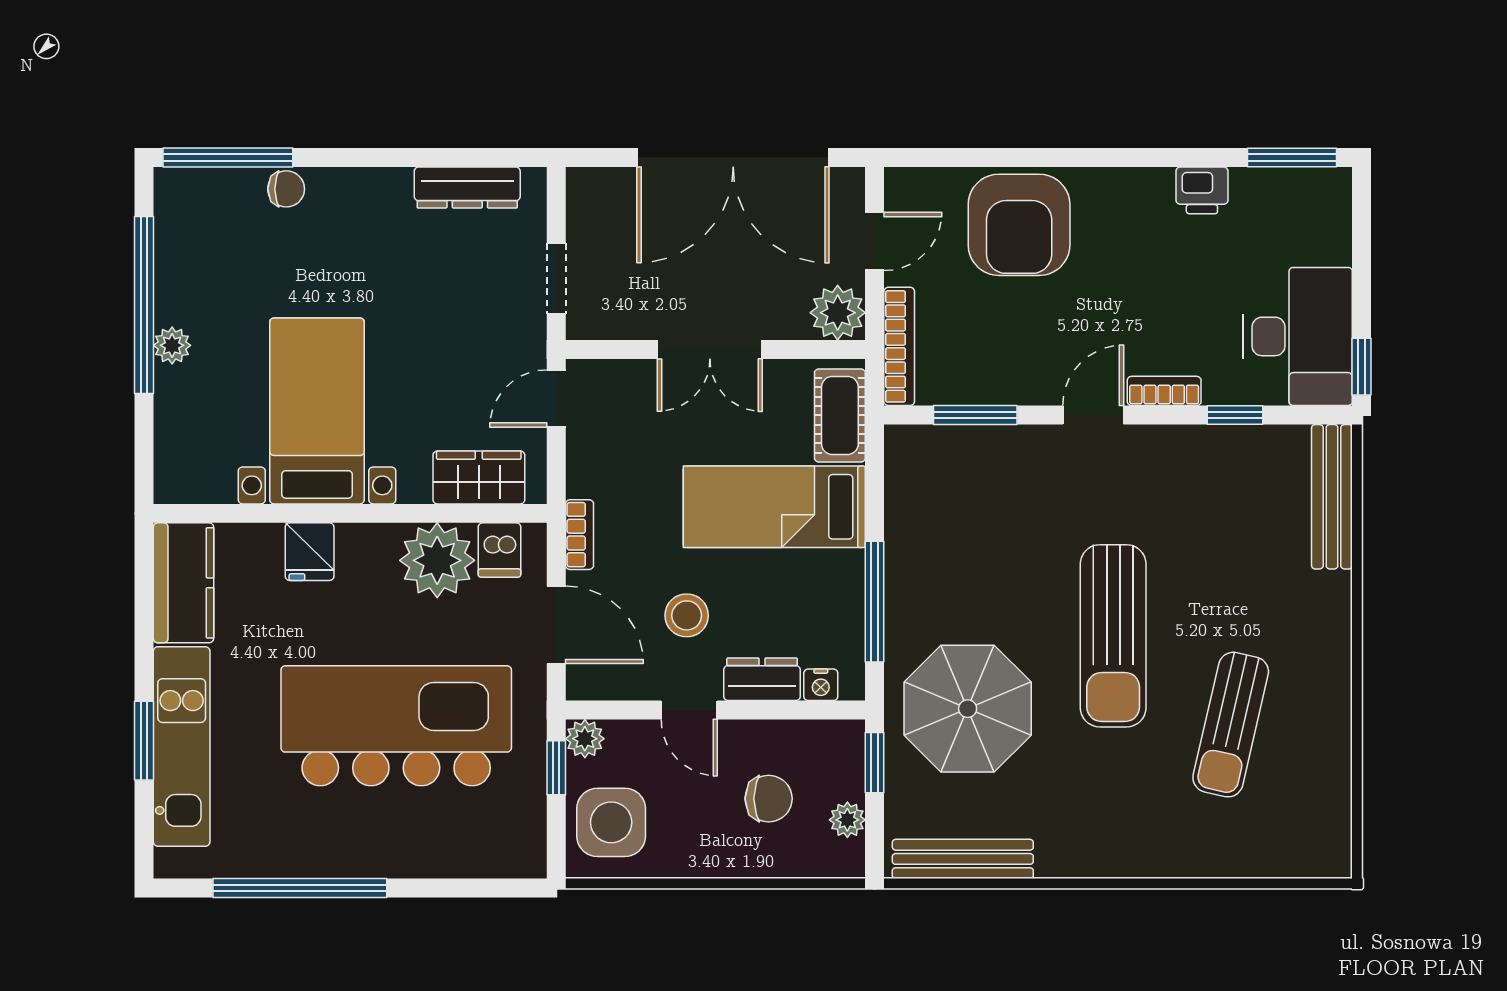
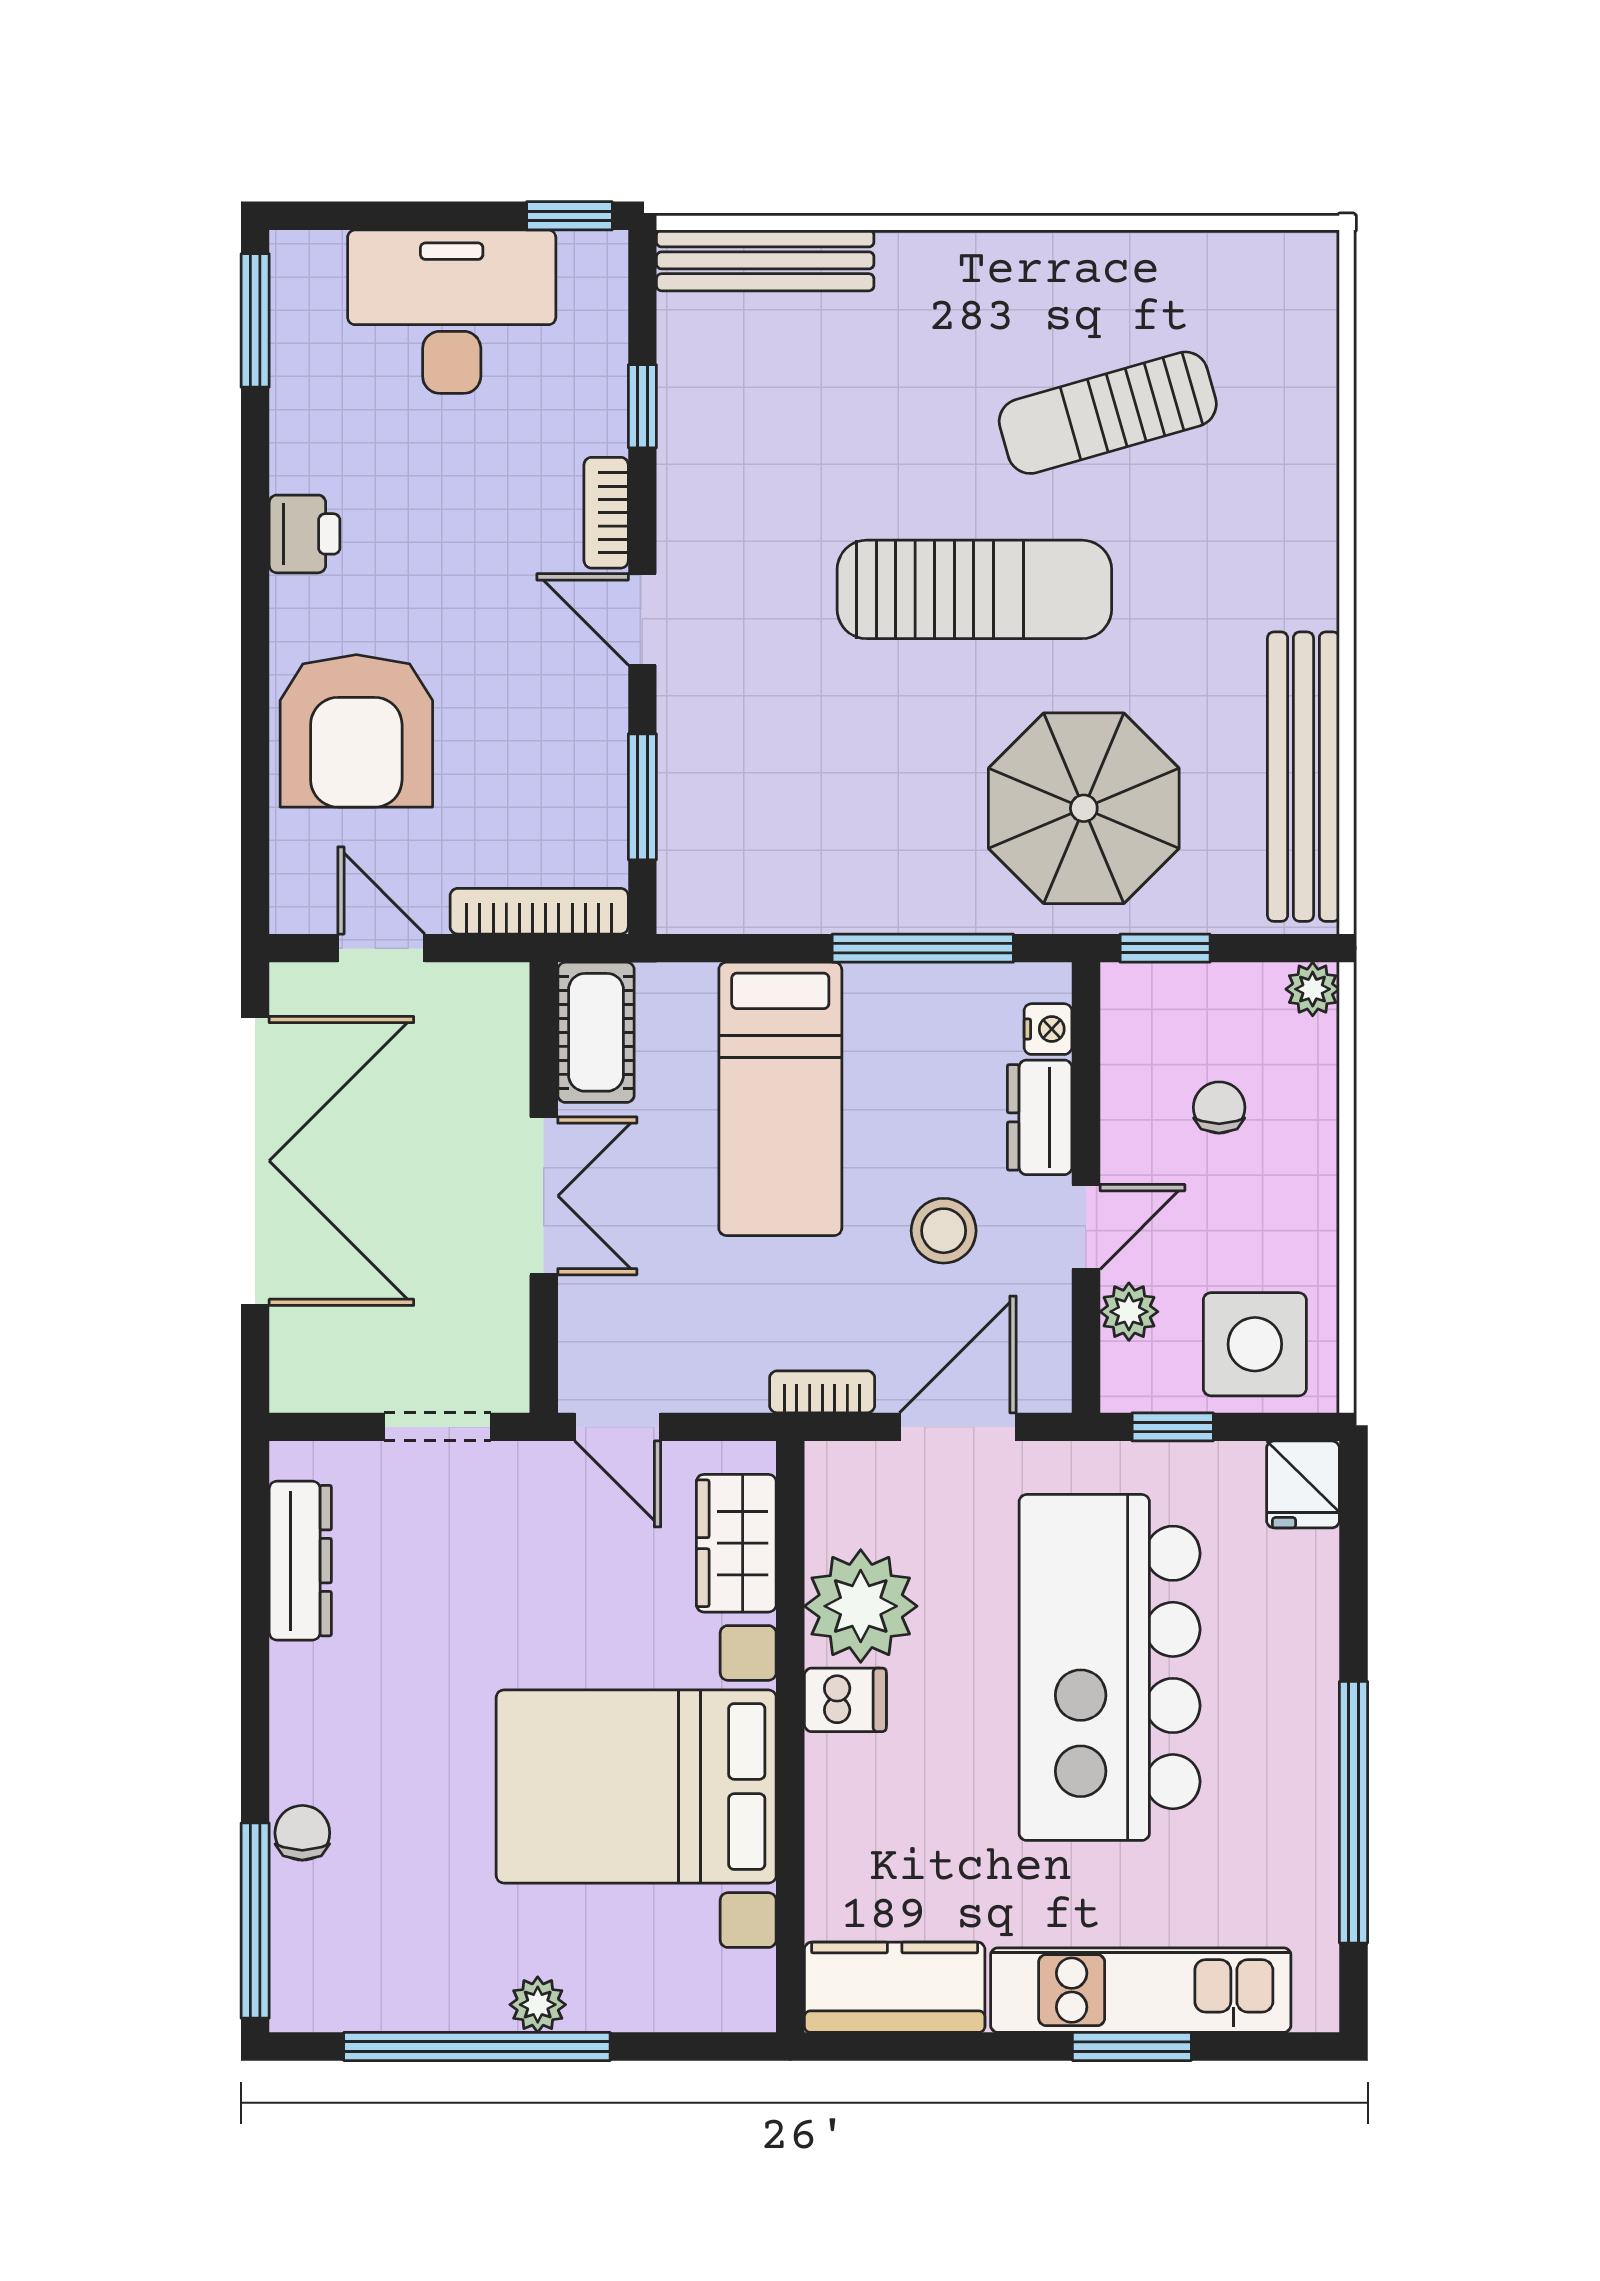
printer: (1202, 190) -> (305, 534), moved
armchair: (1019, 225) -> (356, 731), turned 90
plant: (838, 313) -> (488, 1004), removed
desk: (1298, 336) -> (452, 312), moved
bed with nightstands: (317, 411) -> (636, 1786), width x1.36
cot: (840, 415) -> (596, 1032), moved, turned 90
dishwasher: (499, 550) -> (845, 1700), moved
fridge: (310, 552) -> (1303, 1484), moved, turned 90
sun lounger: (1231, 725) -> (1108, 413), turned 151
plant: (585, 739) -> (1129, 1312), moved
chair: (769, 799) -> (1219, 1107), width x0.73, depth x0.73
plant: (847, 820) -> (1313, 989), moved
bench: (963, 859) -> (1303, 777), width x1.37, depth x1.21

